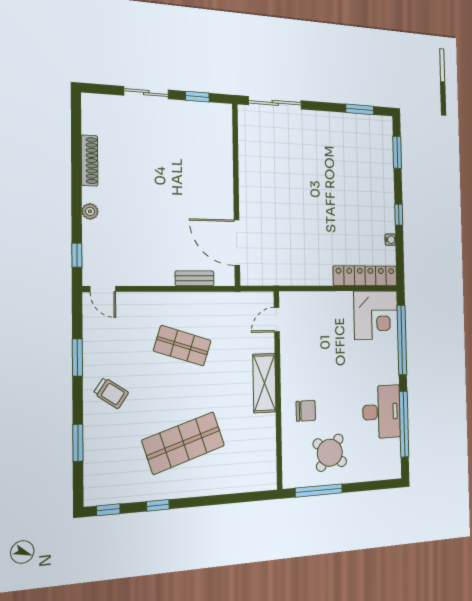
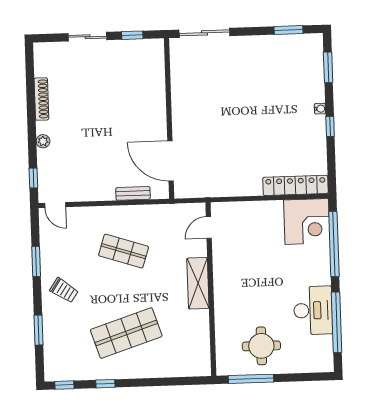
water cooler: (390, 240) -> (320, 109), moved
chair: (306, 411) -> (238, 308), removed
round table: (330, 453) -> (261, 346), turned -37

